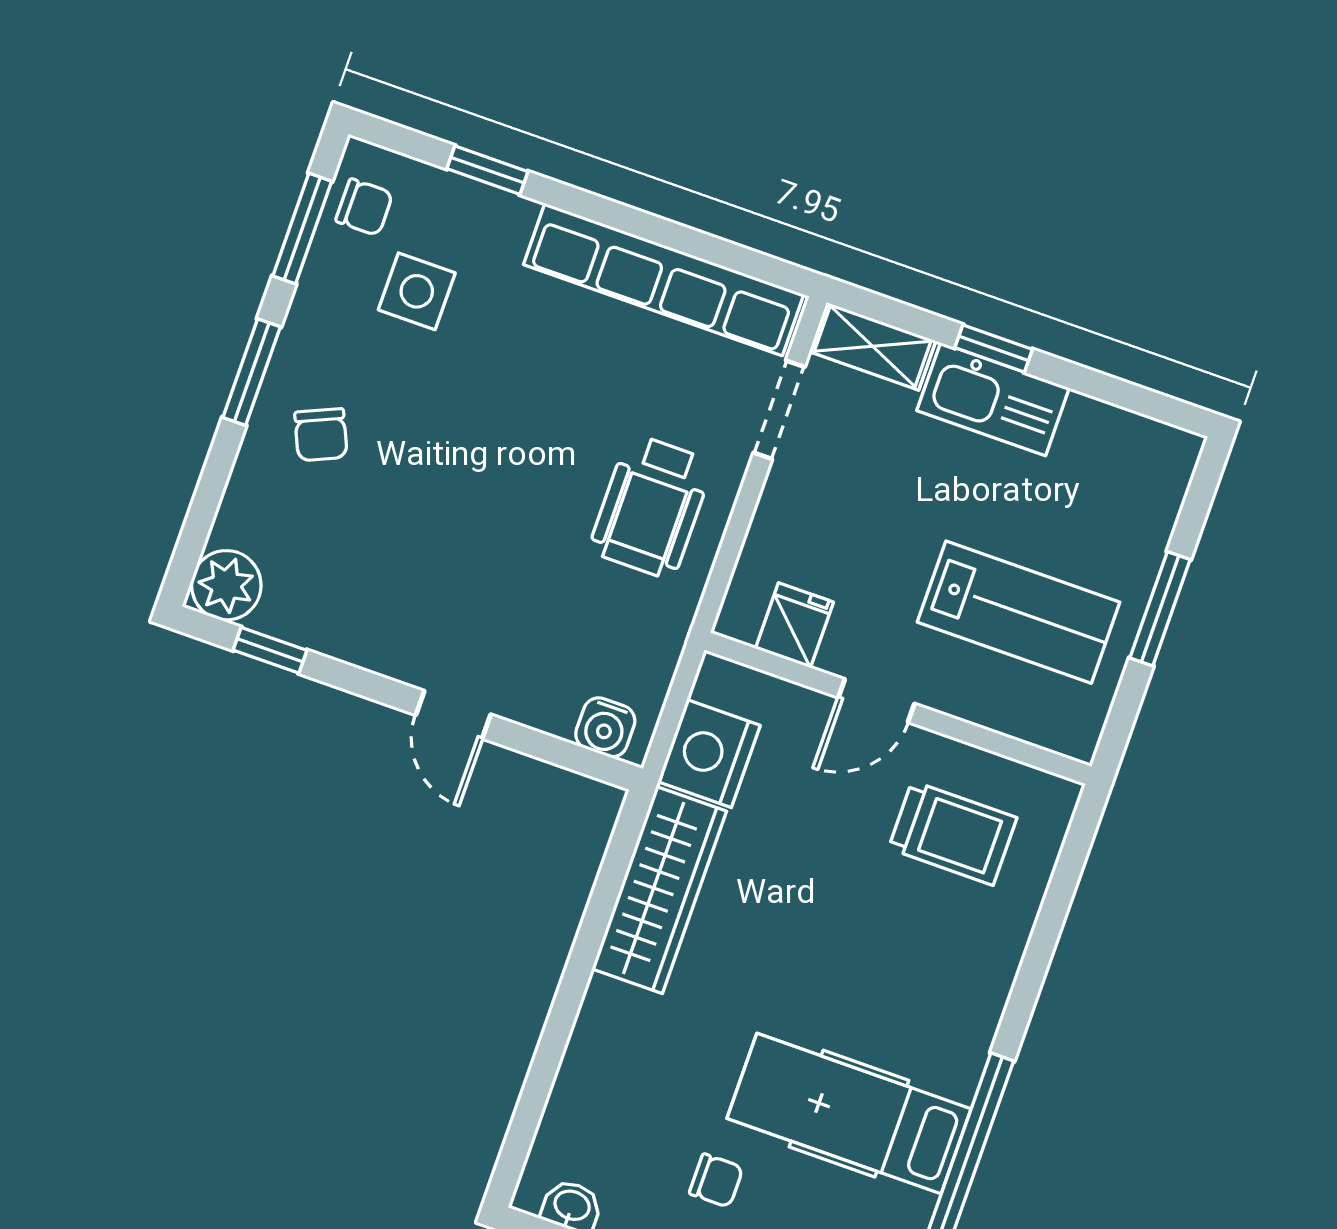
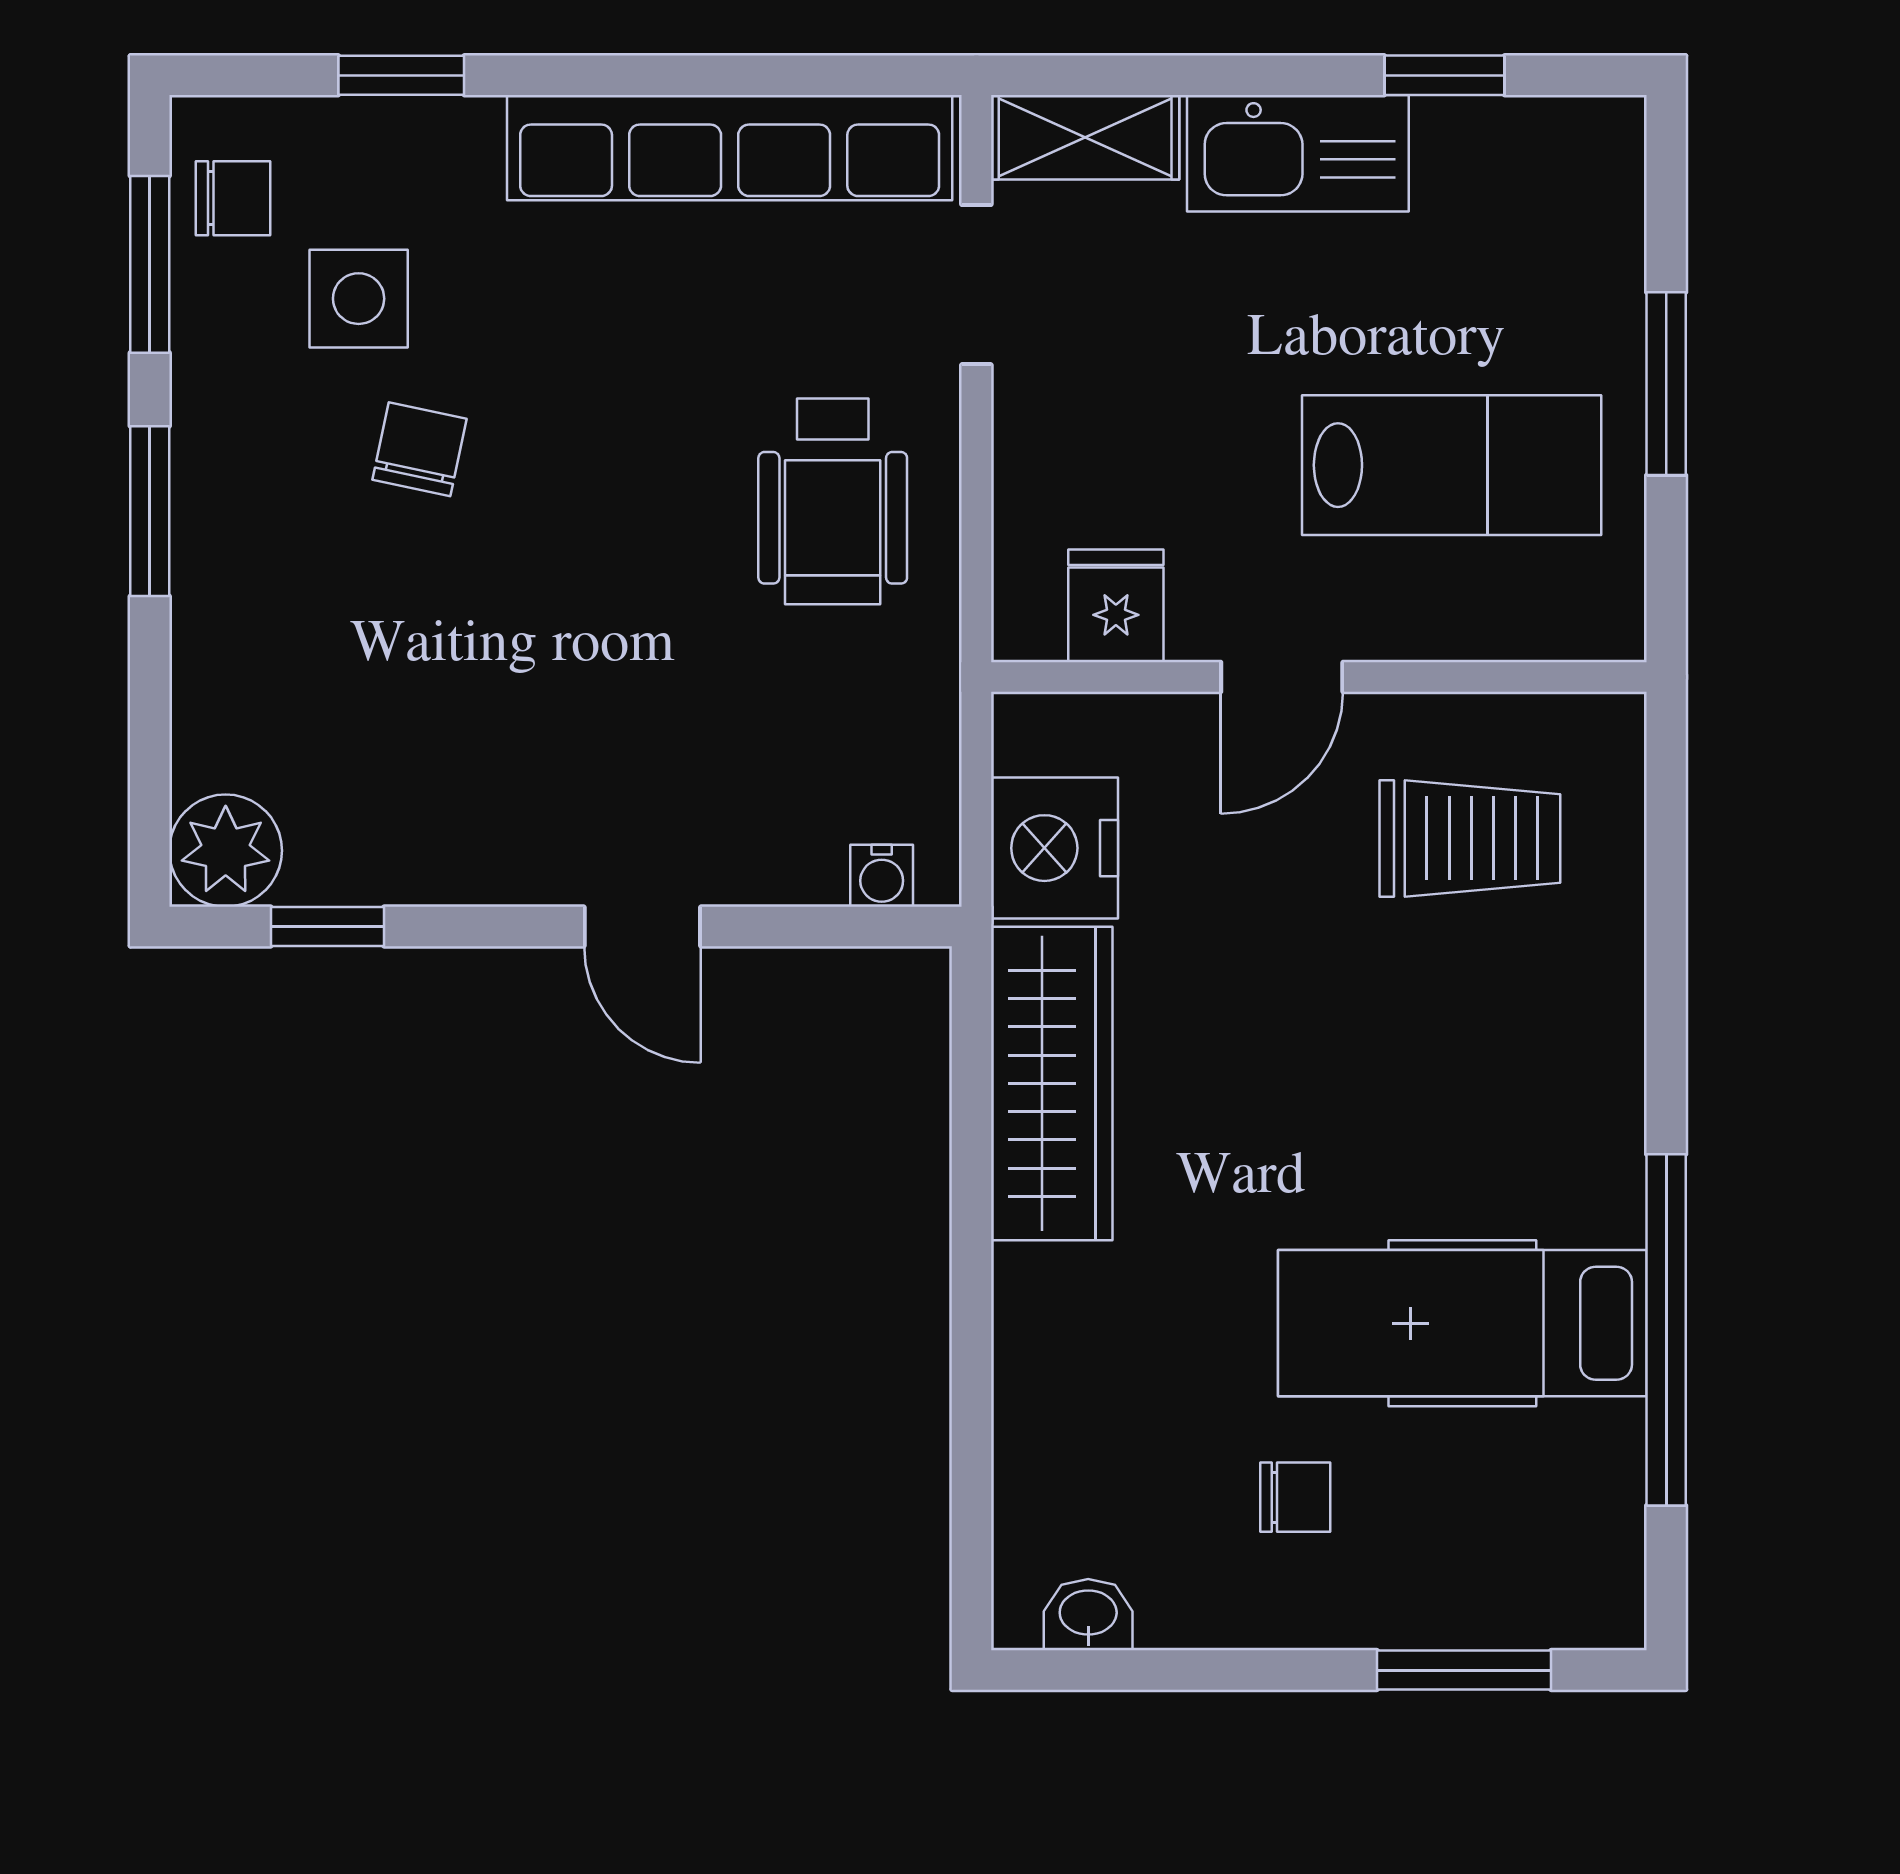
window: (994, 348) -> (1444, 75), moved
chair: (321, 435) -> (420, 449), moved, turned -144
water cooler: (605, 727) -> (882, 876), width x0.72, depth x0.72

